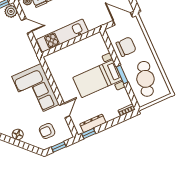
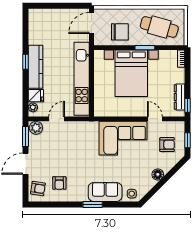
kitchen unit: (62, 36) -> (82, 79), width x1.36
chair: (126, 47) -> (120, 32), turned 90
bed with nightstands: (97, 79) -> (131, 73), width x1.36
armchair: (47, 131) -> (167, 145), turned -90

